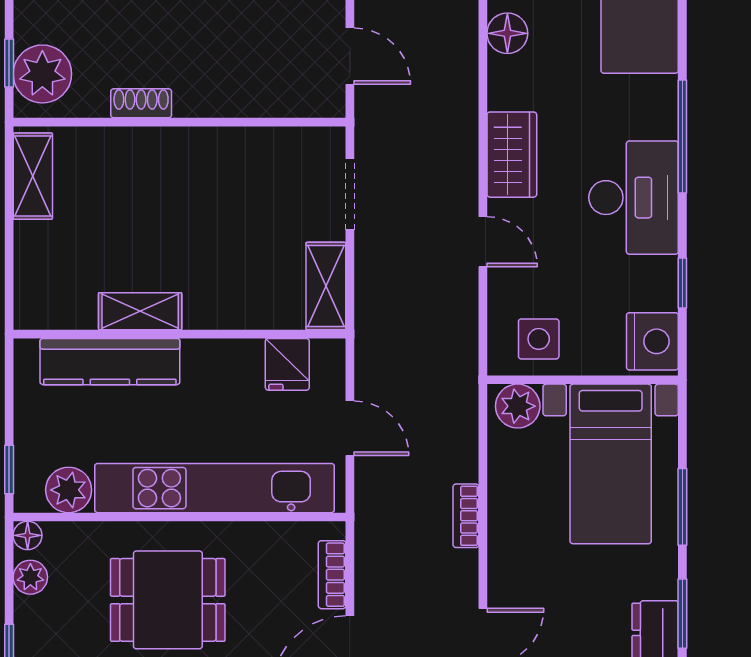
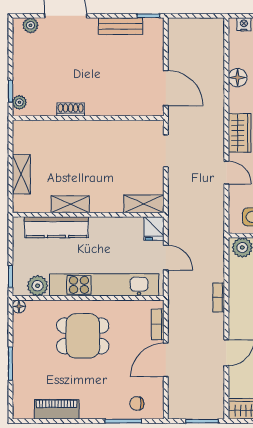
door: (350, 56) -> (166, 88), width x1.37
plant: (42, 74) -> (19, 102), width x0.53, depth x0.53
shelving: (33, 176) -> (21, 174), moved
shelving: (326, 286) -> (144, 204), moved, turned 90
fridge: (287, 364) -> (154, 228), moved
plant: (30, 577) -> (20, 325), removed

